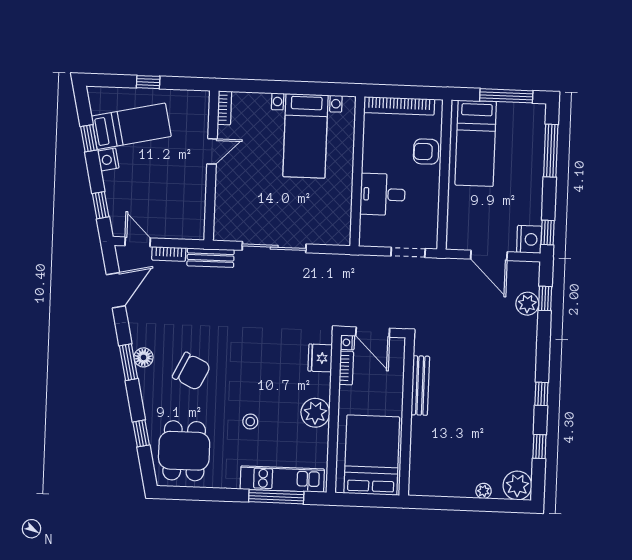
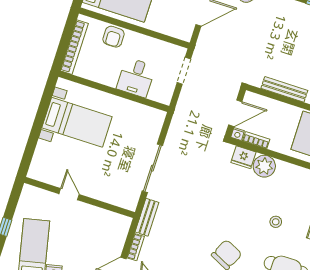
bookcase: (224, 108) -> (40, 176), removed
plant: (315, 413) -> (264, 166), moved

